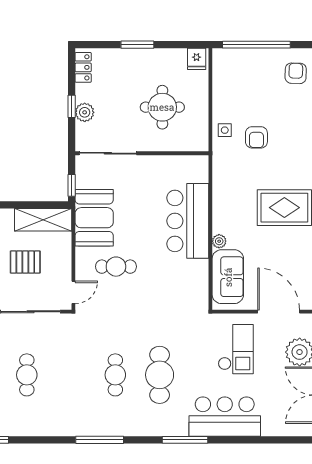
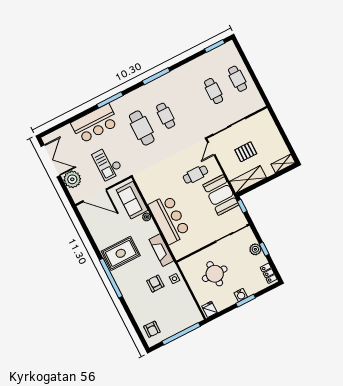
water cooler: (140, 57) -> (241, 295), added
fireplace: (223, 182) -> (161, 250), added

